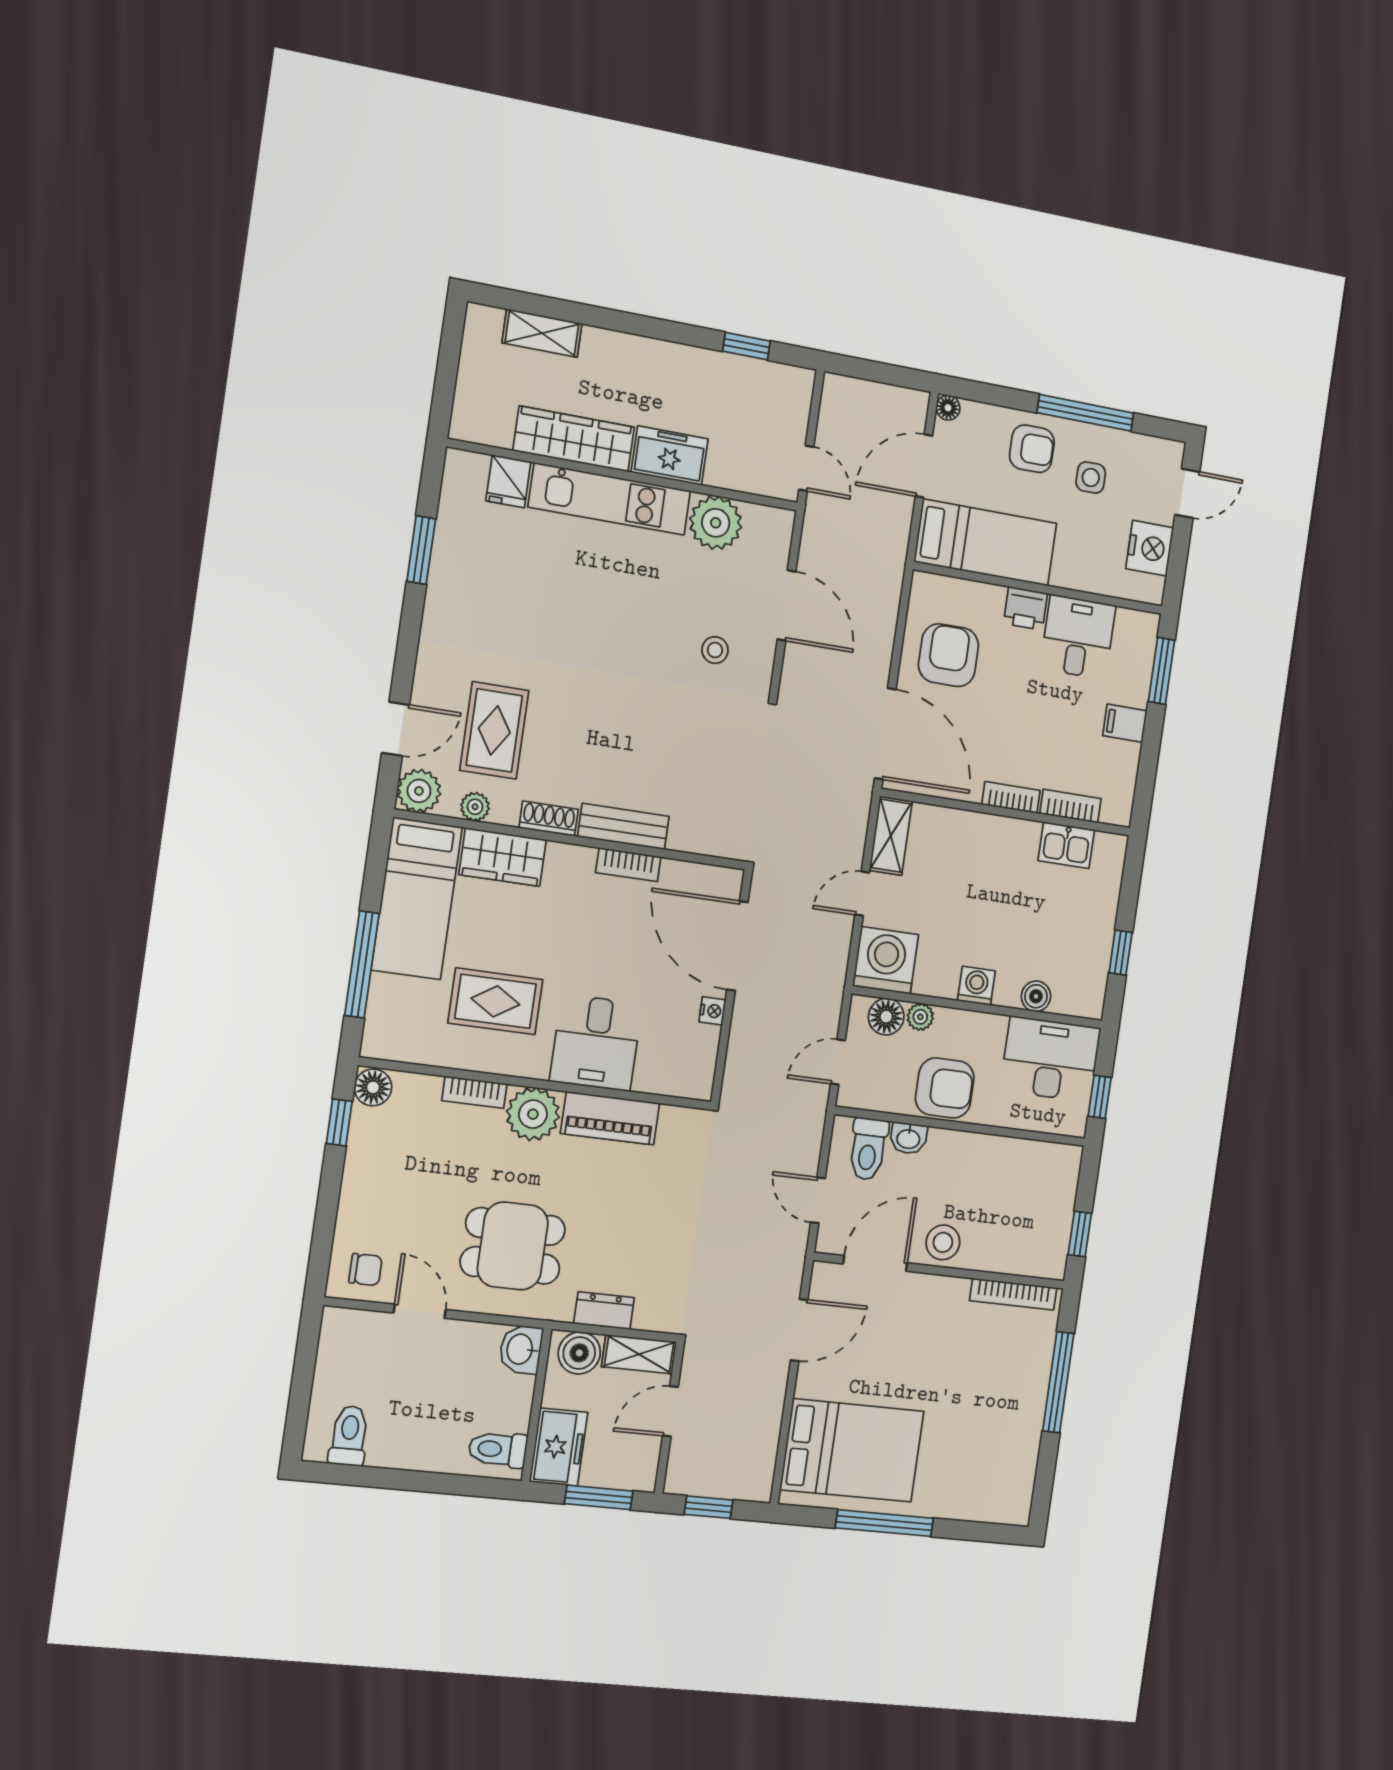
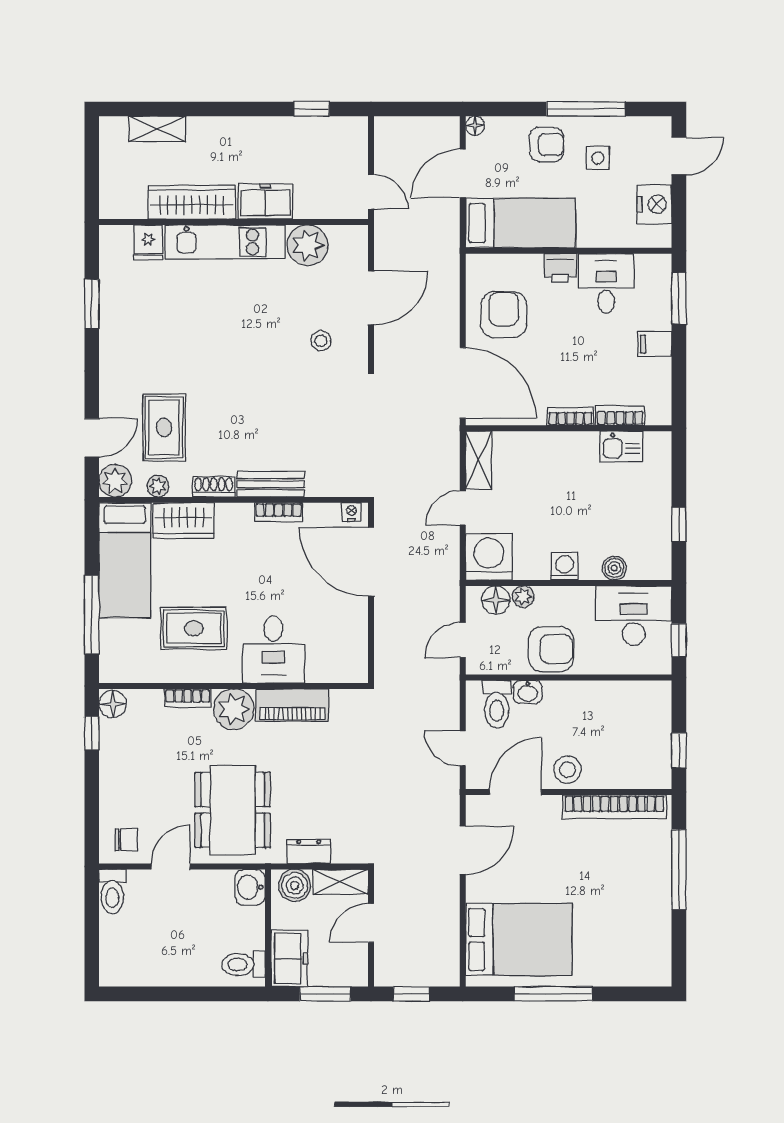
door: (787, 605) -> (371, 298), hinge flipped
nightstand: (712, 1011) -> (351, 512), moved, turned -90
dining table: (513, 1246) -> (233, 810), width x1.38
bookcase: (1013, 1294) -> (614, 807), width x1.48, depth x1.31
door: (420, 1311) -> (170, 866), hinge flipped
toilet: (349, 1436) -> (112, 891), moved, turned 180

